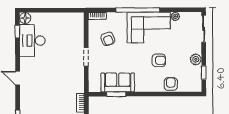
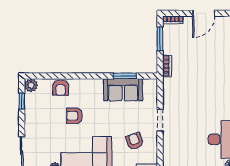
plant: (196, 59) -> (31, 85), moved

